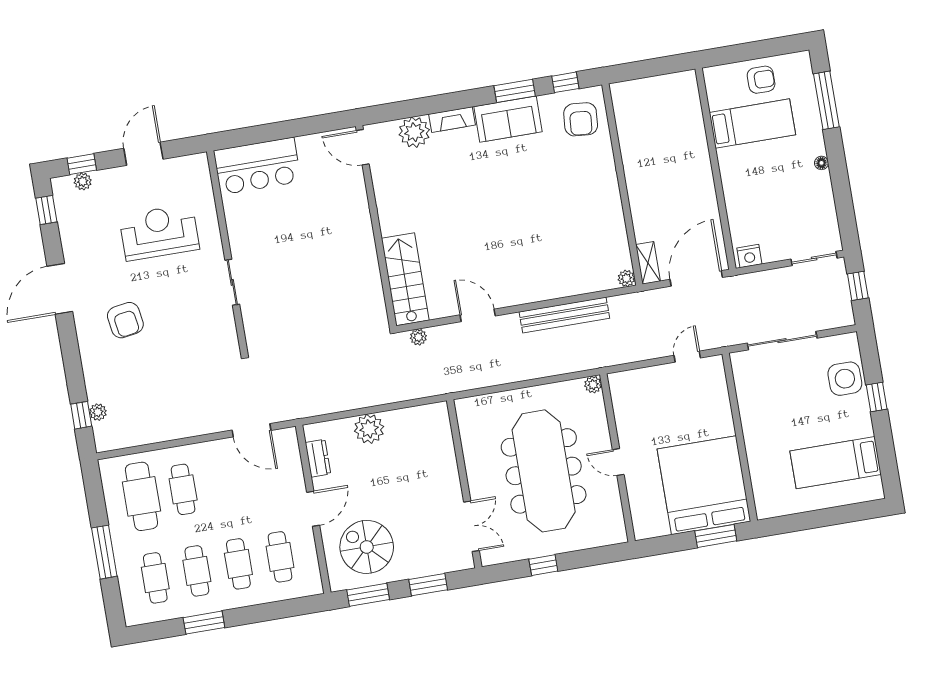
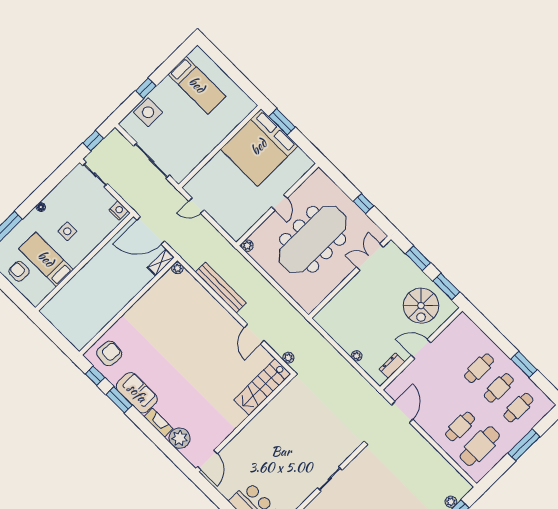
side table: (768, 175) -> (67, 231), added
plant: (369, 429) -> (357, 356), width x0.53, depth x0.53
cafe table: (280, 557) -> (459, 348), removed

